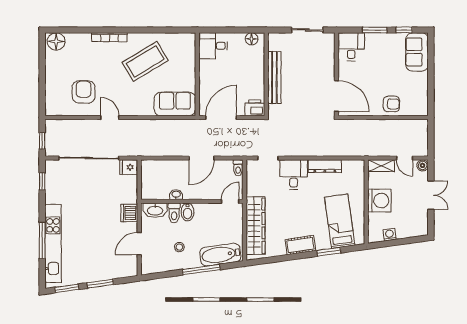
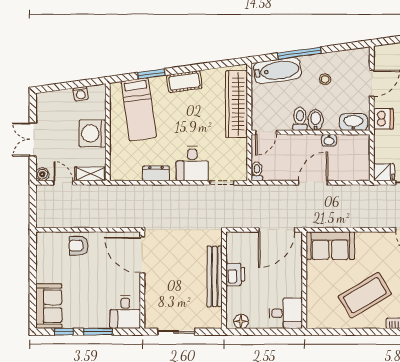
printer: (255, 108) -> (235, 274), moved, turned -90
door: (201, 158) -> (313, 183), moved
dresser: (325, 166) -> (156, 173), width x0.70
toilet: (174, 213) -> (300, 119), moved

